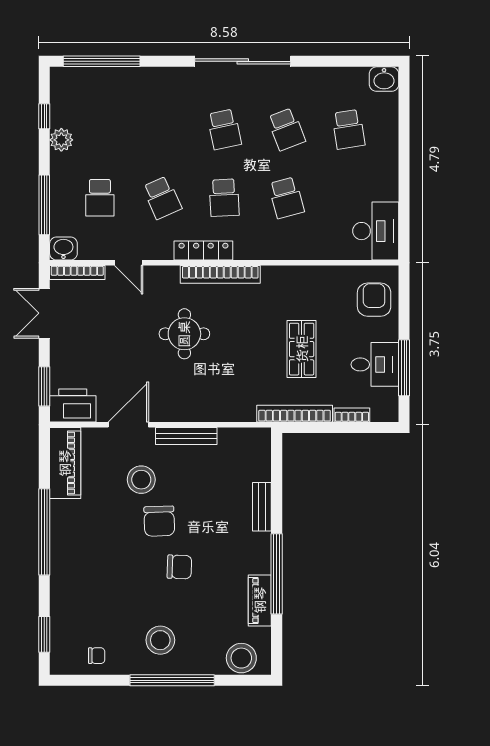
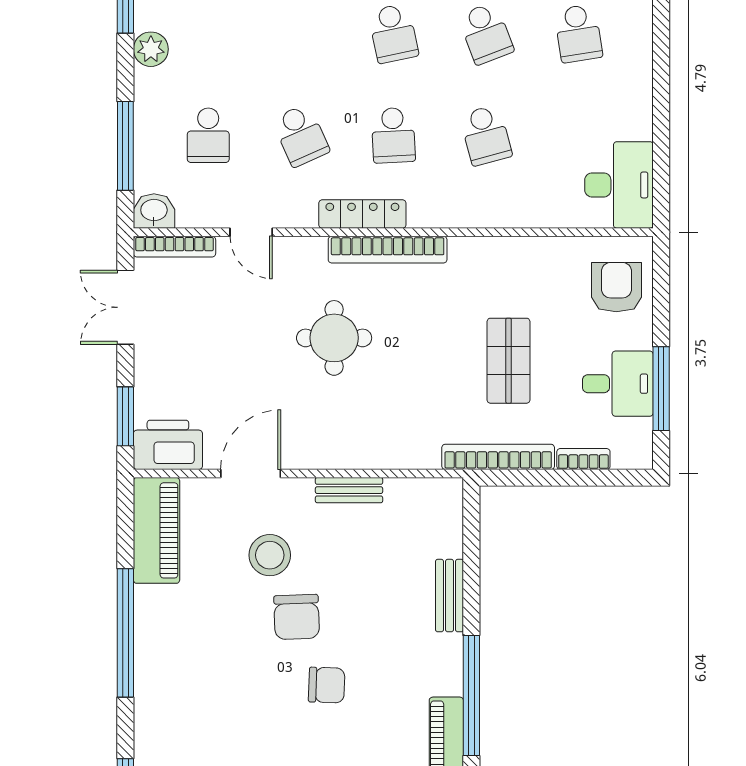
bench: (186, 436) -> (349, 490), width x0.73

